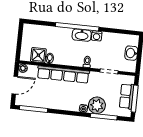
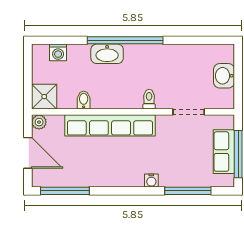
washbasin: (82, 35) -> (107, 54), moved
washing machine: (97, 36) -> (58, 52), moved
shower: (38, 55) -> (44, 97), moved
door: (15, 85) -> (28, 153), hinge flipped
plant: (97, 105) -> (174, 173), removed

